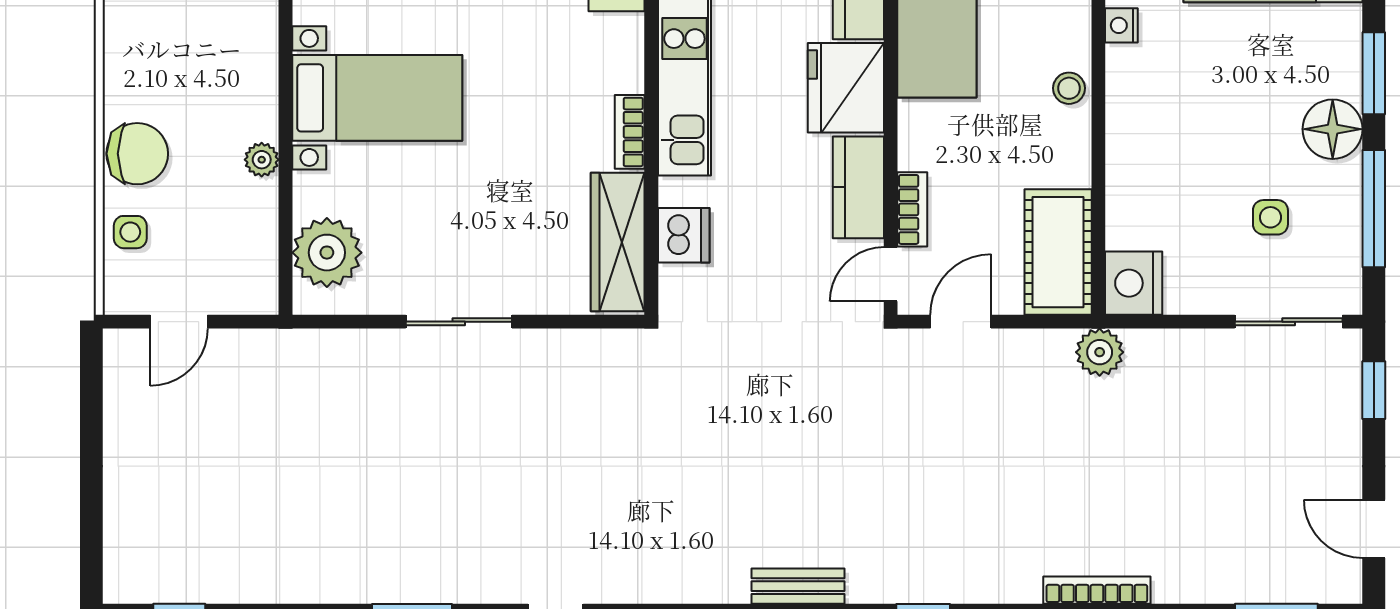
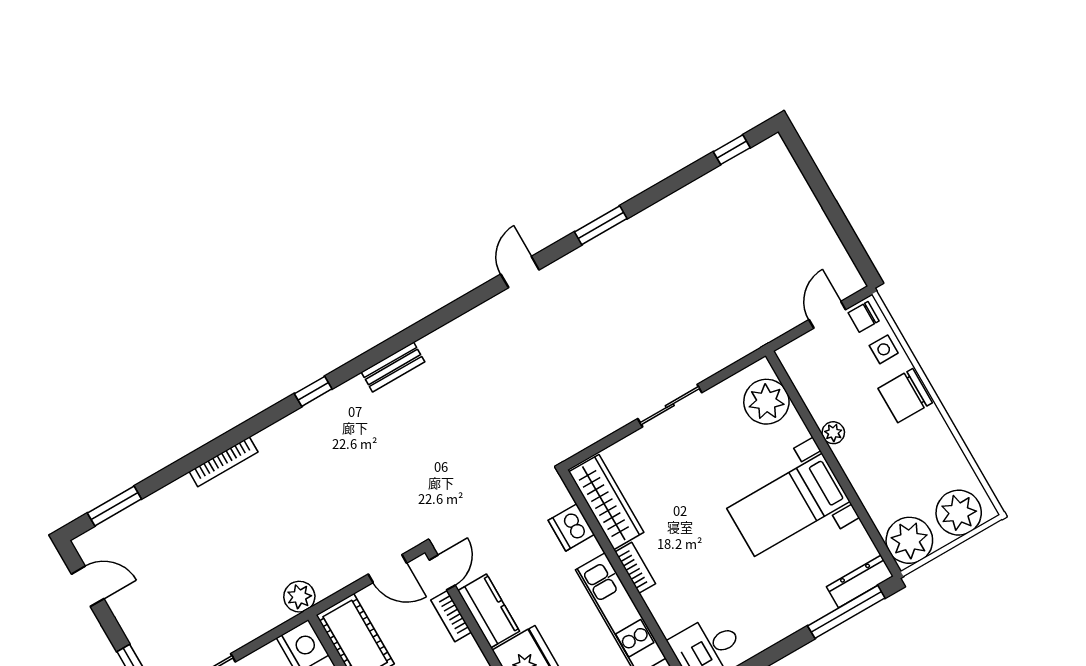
chair: (132, 291) -> (864, 317), added
door: (961, 322) -> (387, 569), hinge flipped

